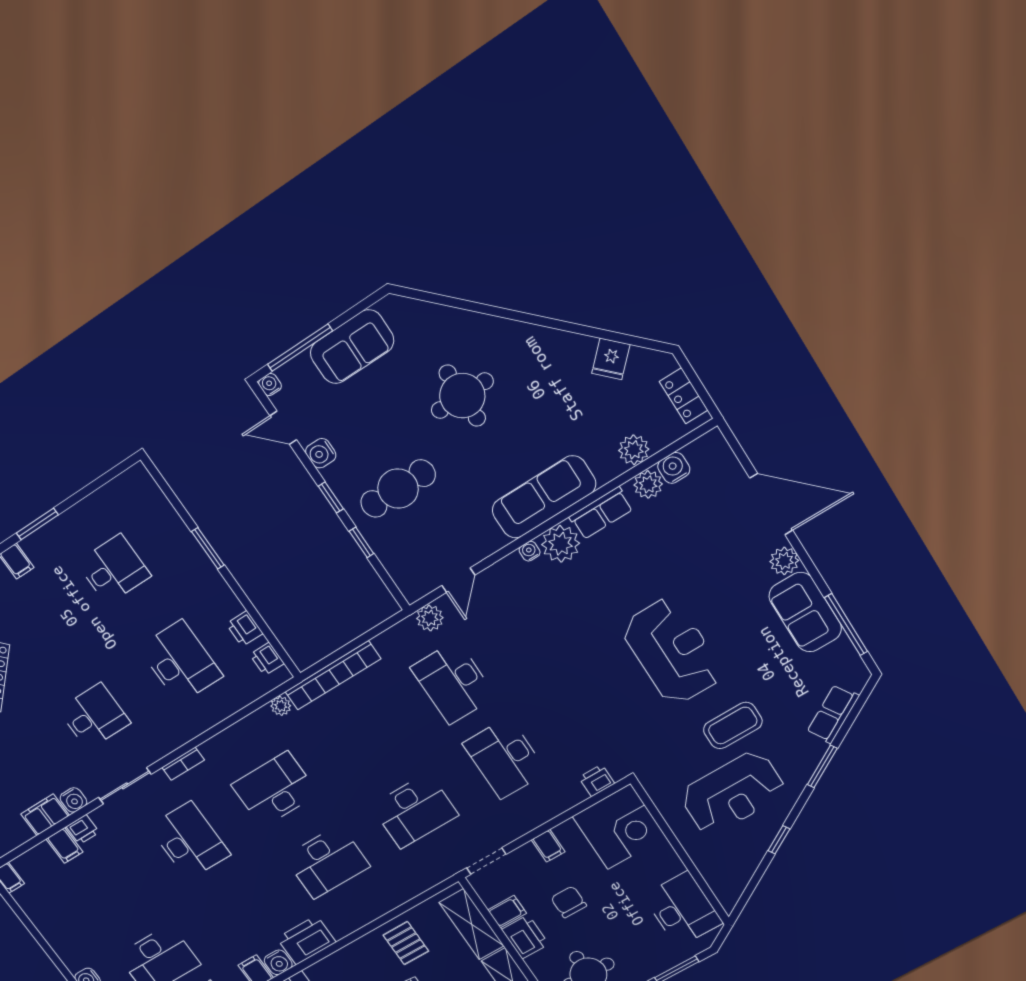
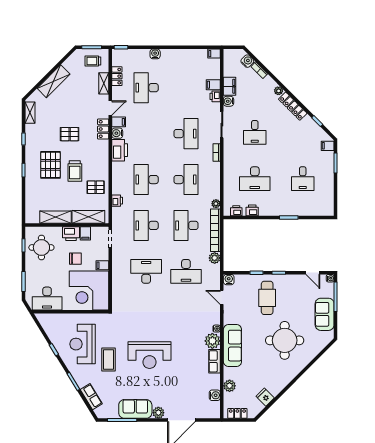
round table: (462, 396) -> (285, 340), width x1.36, depth x1.36
door: (283, 428) -> (313, 273), swing flipped
water cooler: (321, 453) -> (229, 280), moved
plant: (648, 484) -> (214, 383), removed
plant: (430, 618) -> (215, 258), moved
desk: (453, 682) -> (186, 271), turned 180
desk: (363, 737) -> (186, 225), added
printer: (597, 781) -> (117, 201), moved
corner desk: (619, 827) -> (89, 290), width x1.36, depth x1.36
desk: (189, 841) -> (186, 134), turned -90

